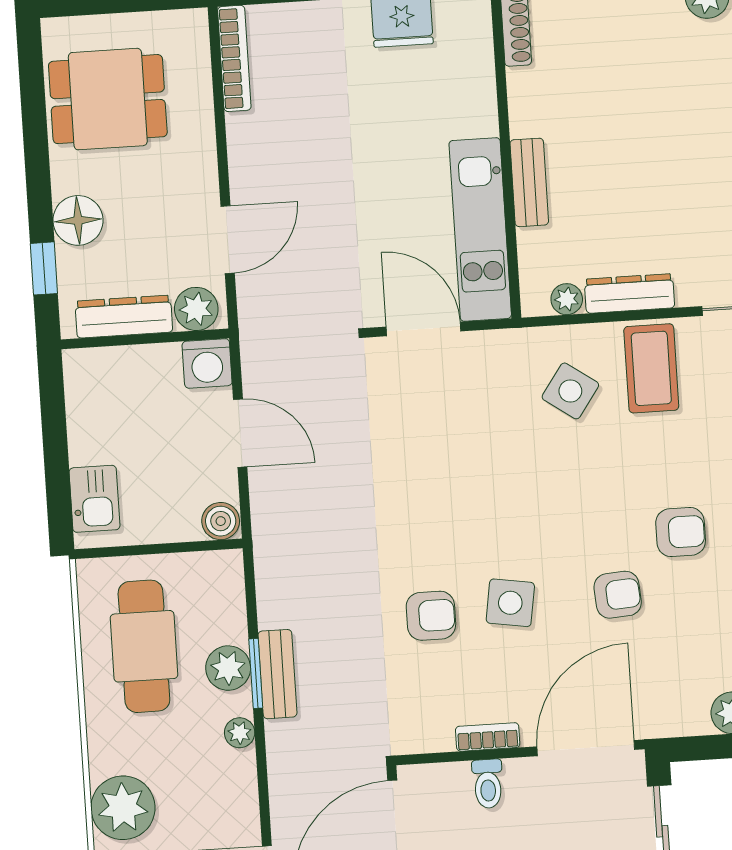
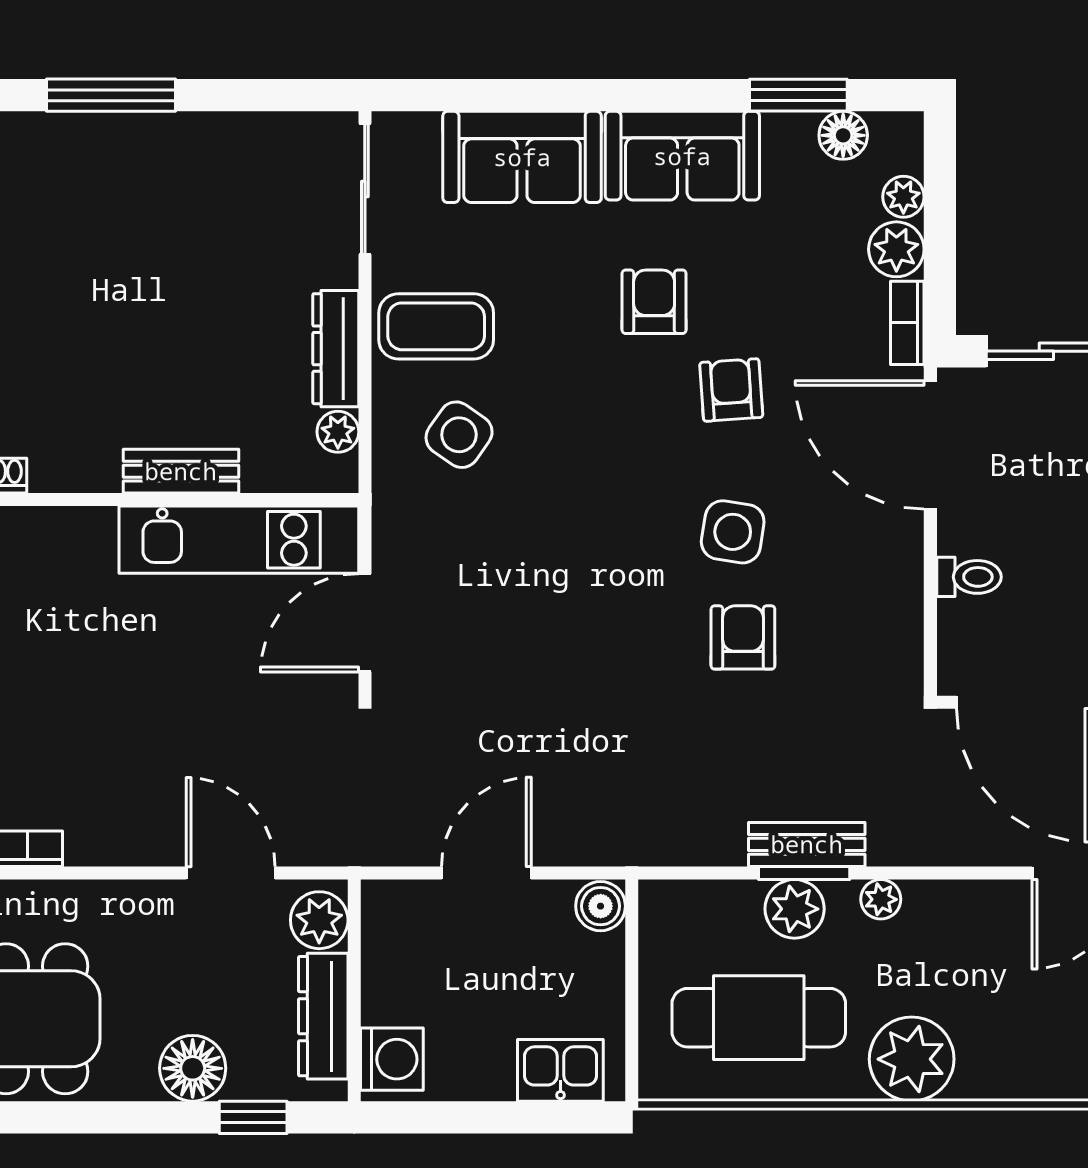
washing machine: (207, 363) -> (392, 1059), moved
bookcase: (488, 737) -> (907, 323), moved
plant: (123, 808) -> (912, 1059), moved

